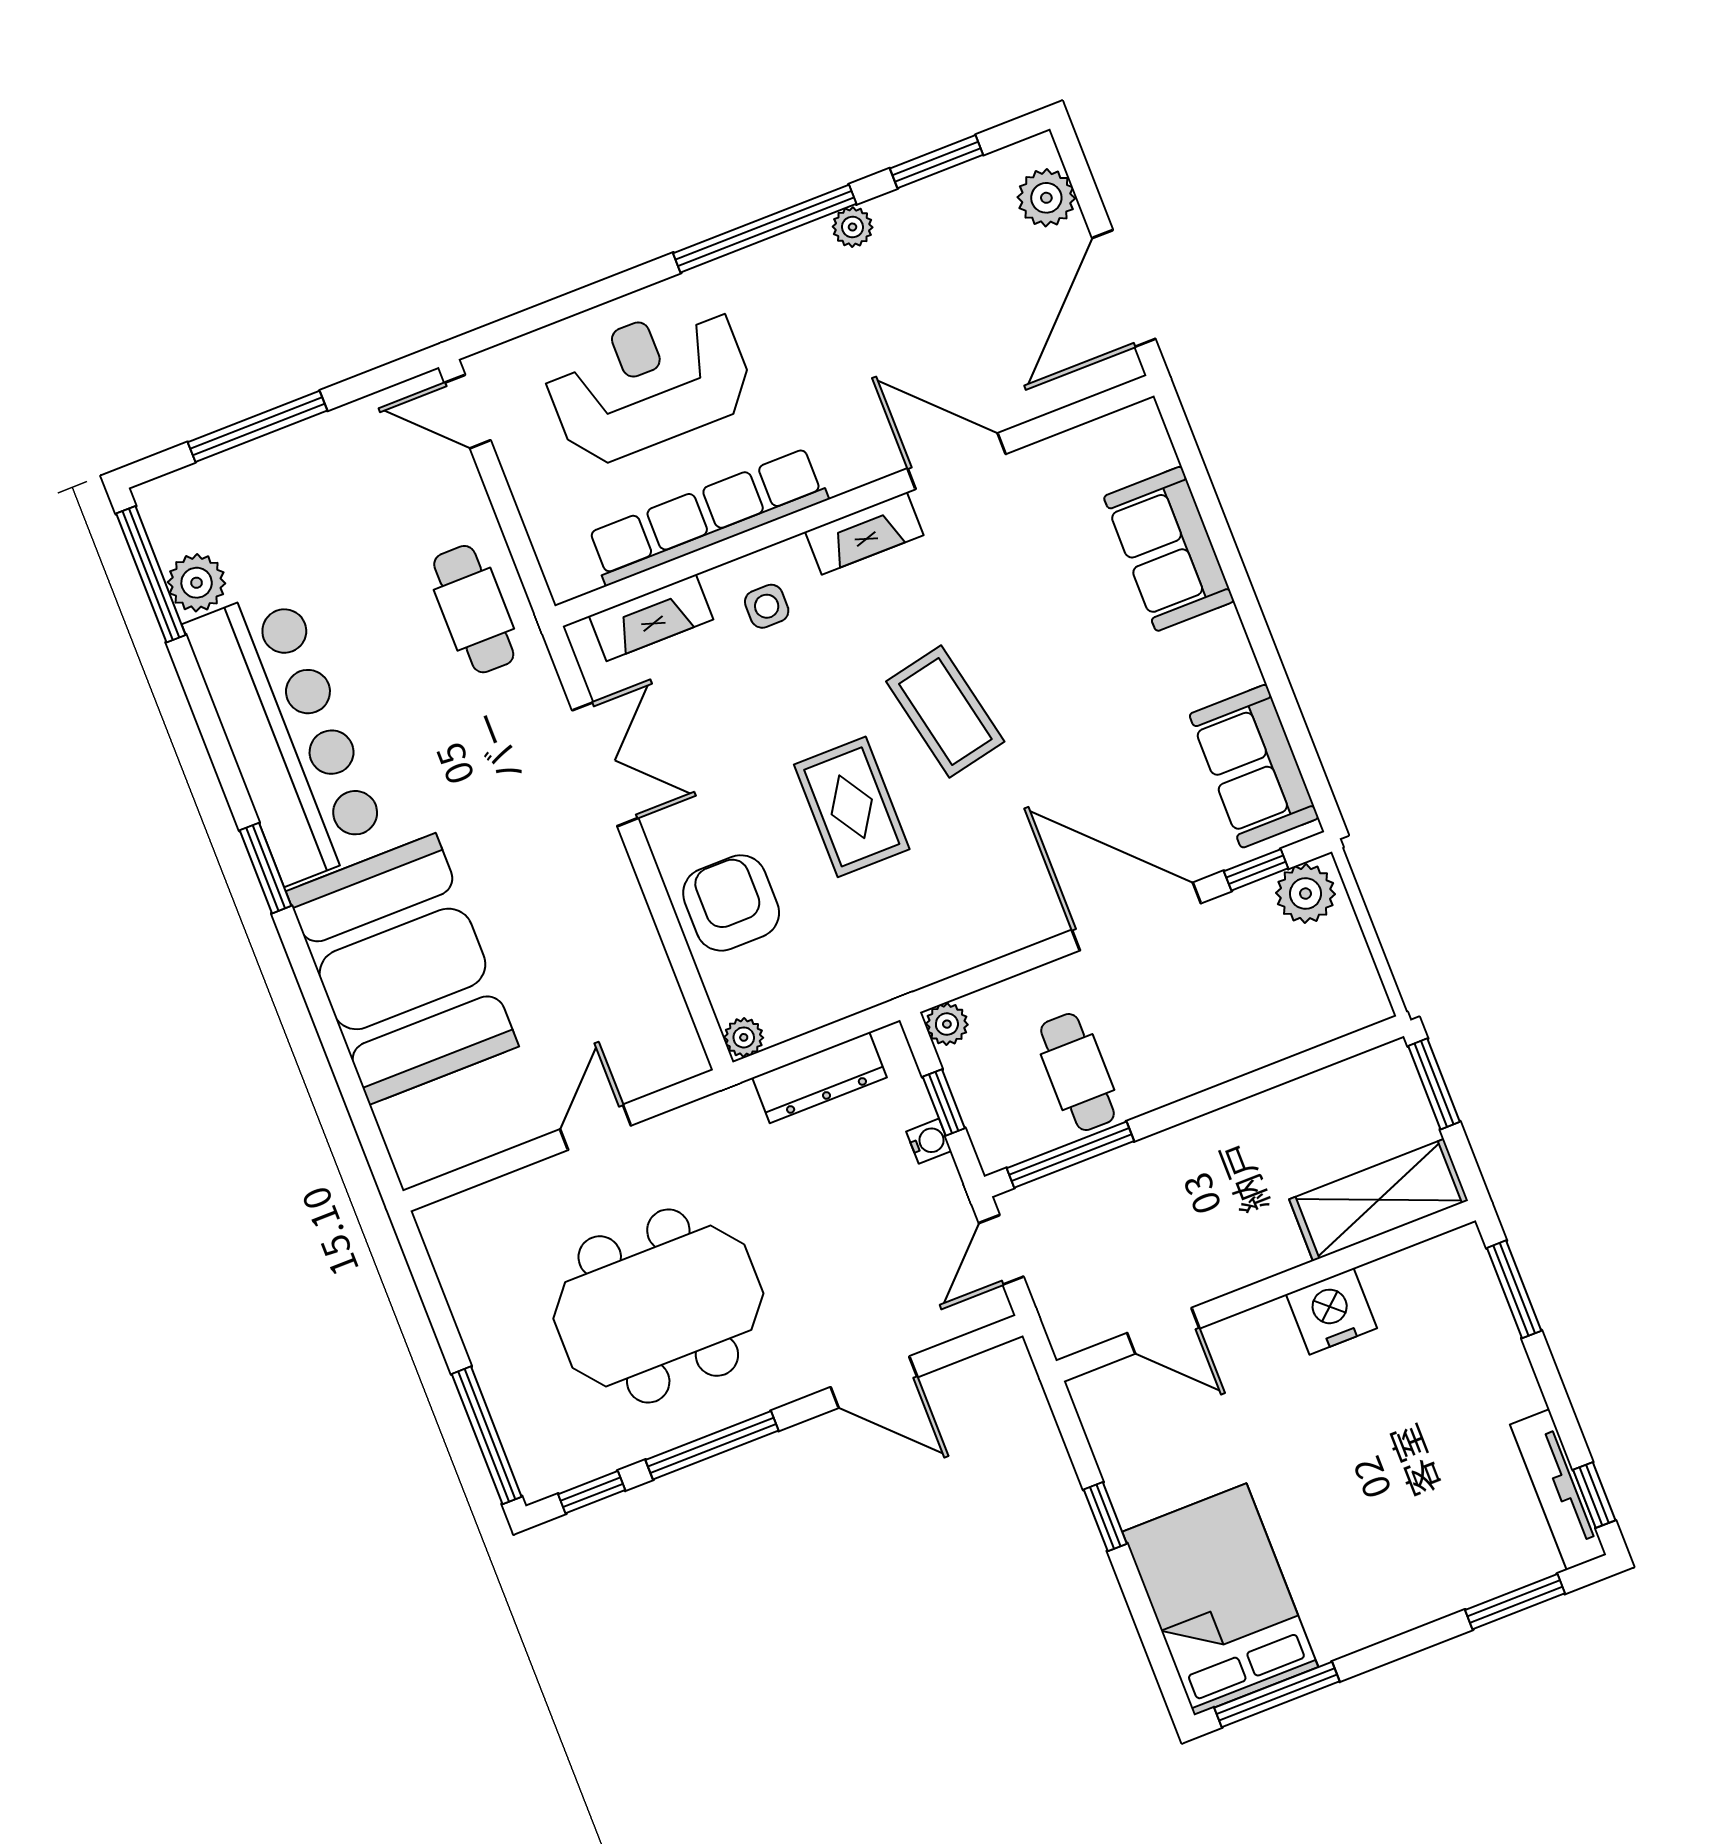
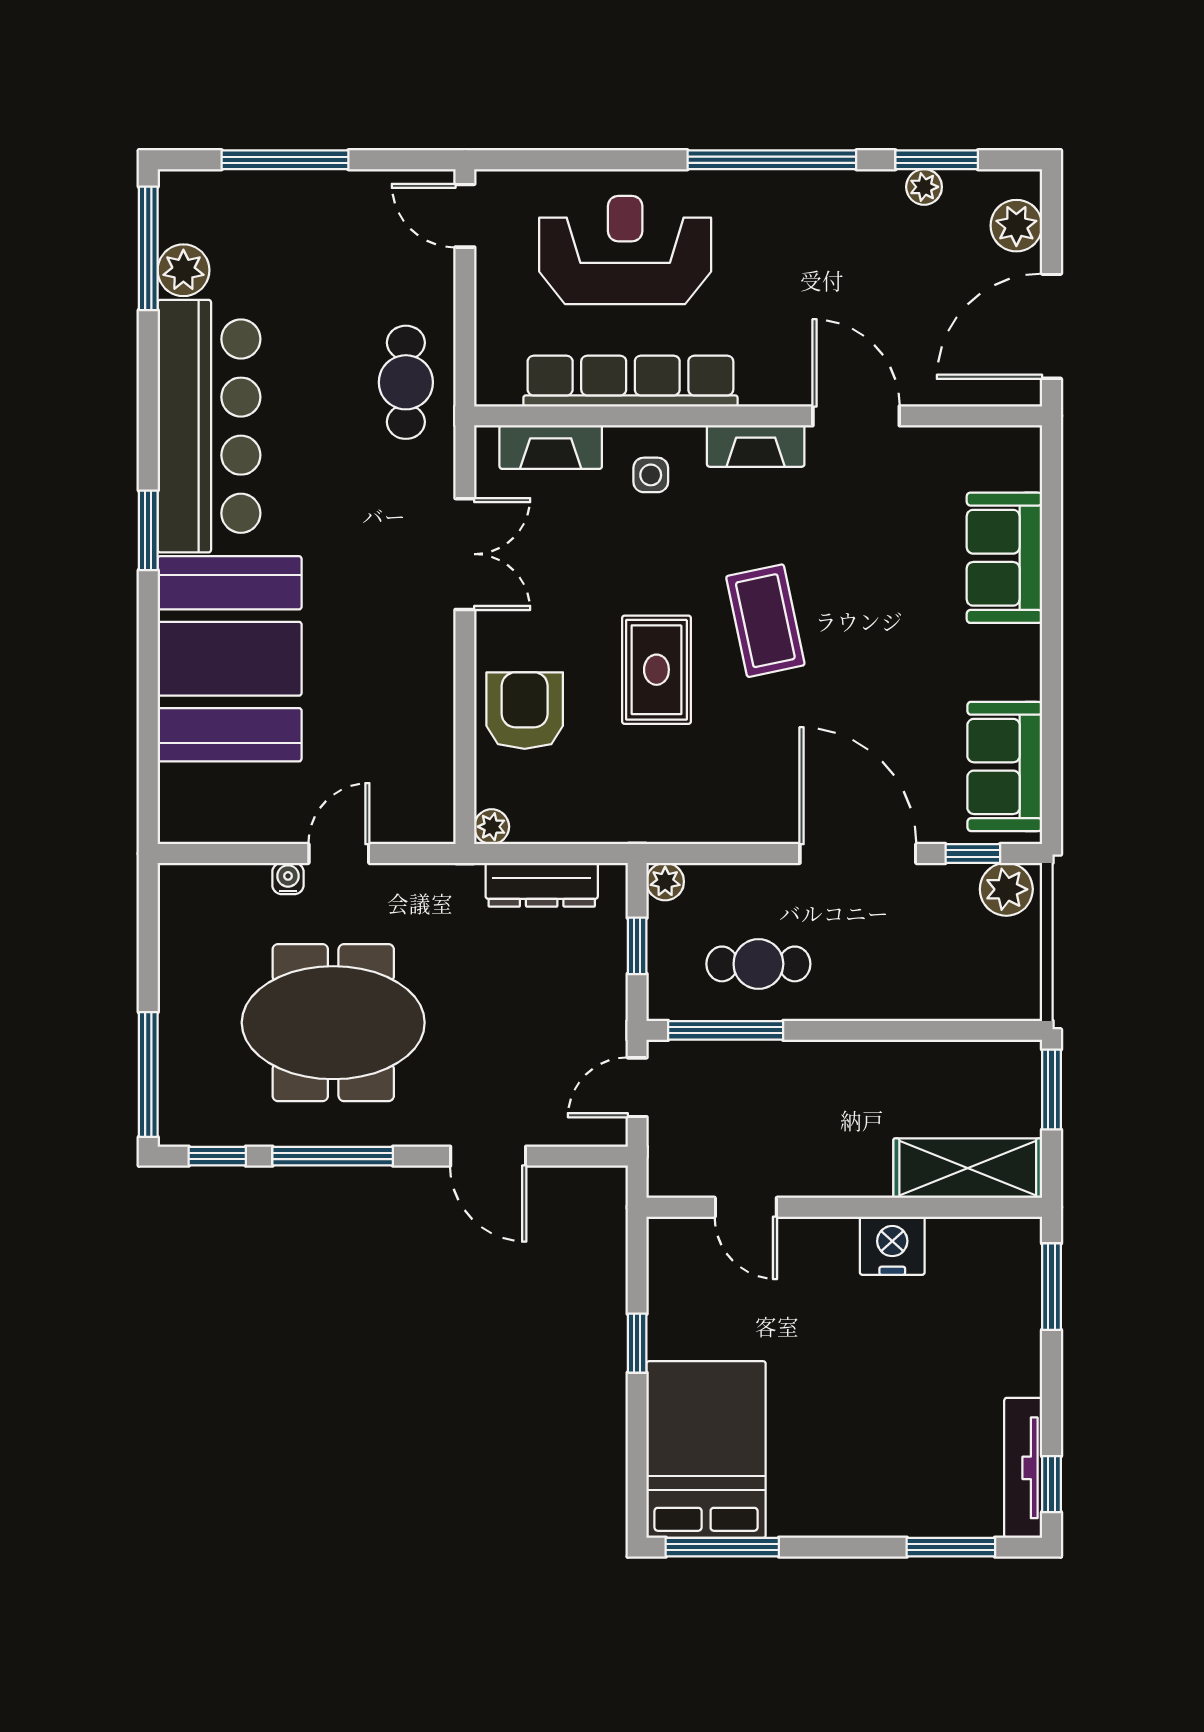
plant: (853, 227) -> (924, 187), moved
cafe table: (1078, 1072) -> (758, 964), turned 90
water cooler: (929, 1141) -> (288, 878), moved, turned -90

